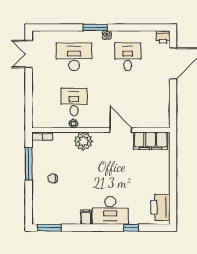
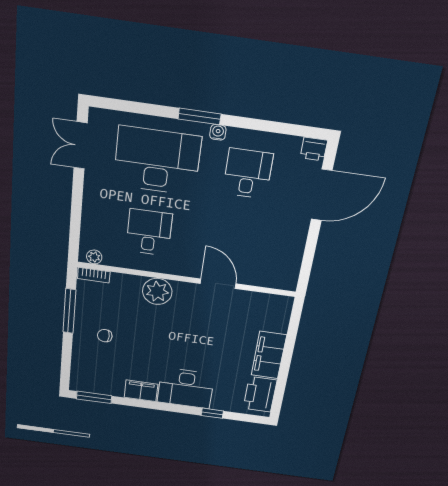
desk: (74, 57) -> (157, 161), width x1.36, depth x1.30
plant: (73, 123) -> (94, 257), moved
filing cabinet: (150, 141) -> (269, 355), moved, turned 90
filing cabinet: (86, 217) -> (141, 391), width x2.00

